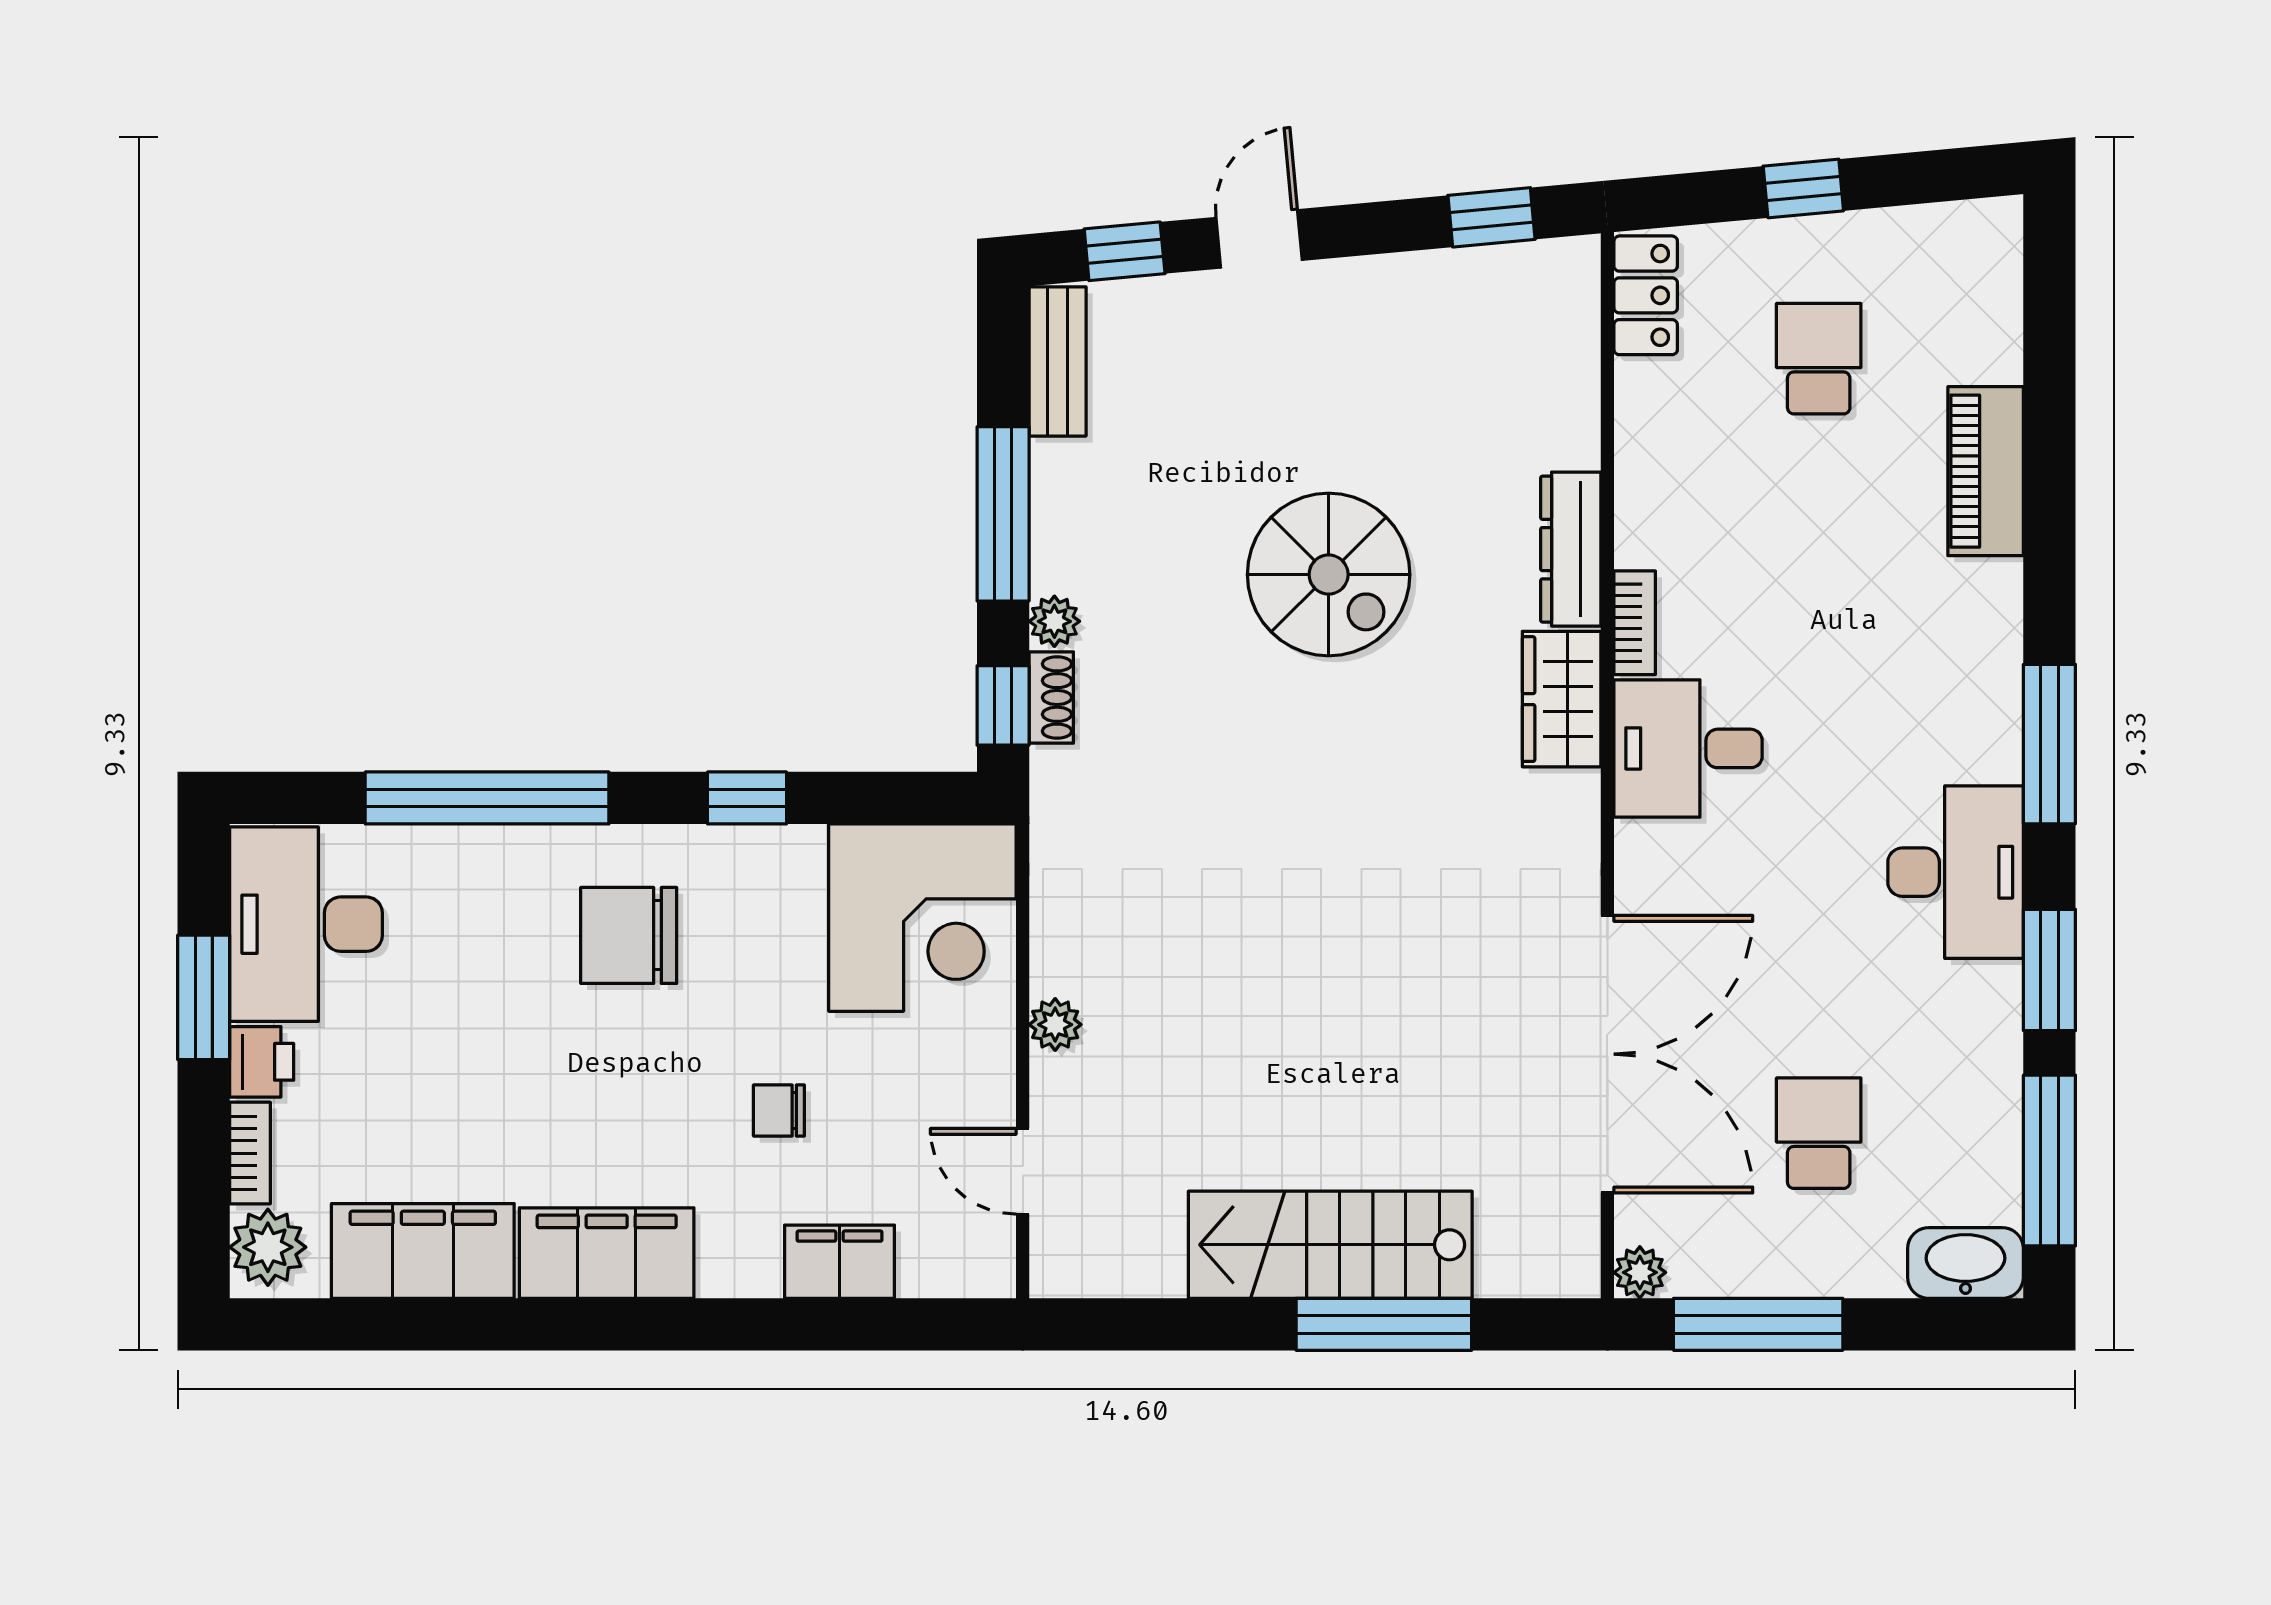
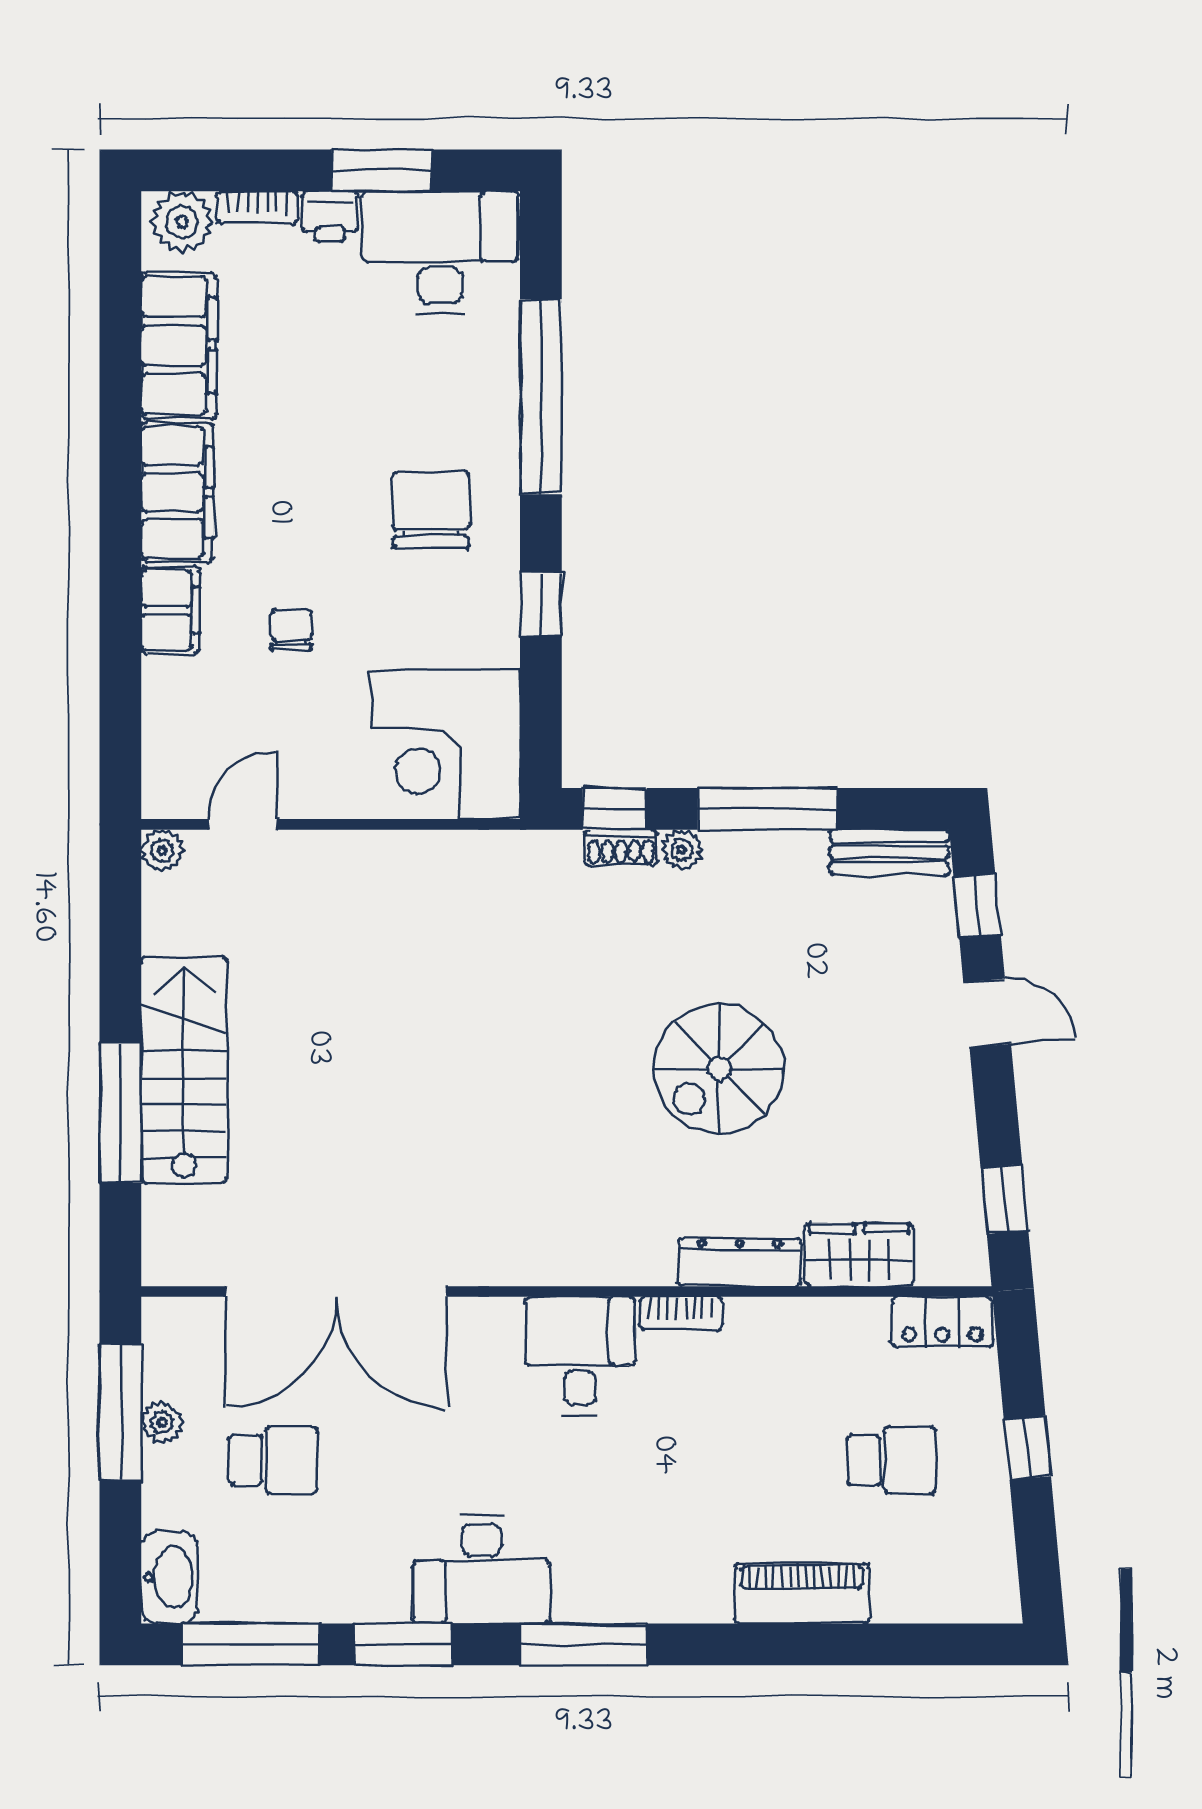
wardrobe: (1562, 699) -> (859, 1255), moved
plant: (1055, 1025) -> (162, 850), moved
filing cabinet: (840, 1262) -> (170, 610), moved
plant: (1640, 1272) -> (162, 1422), moved

